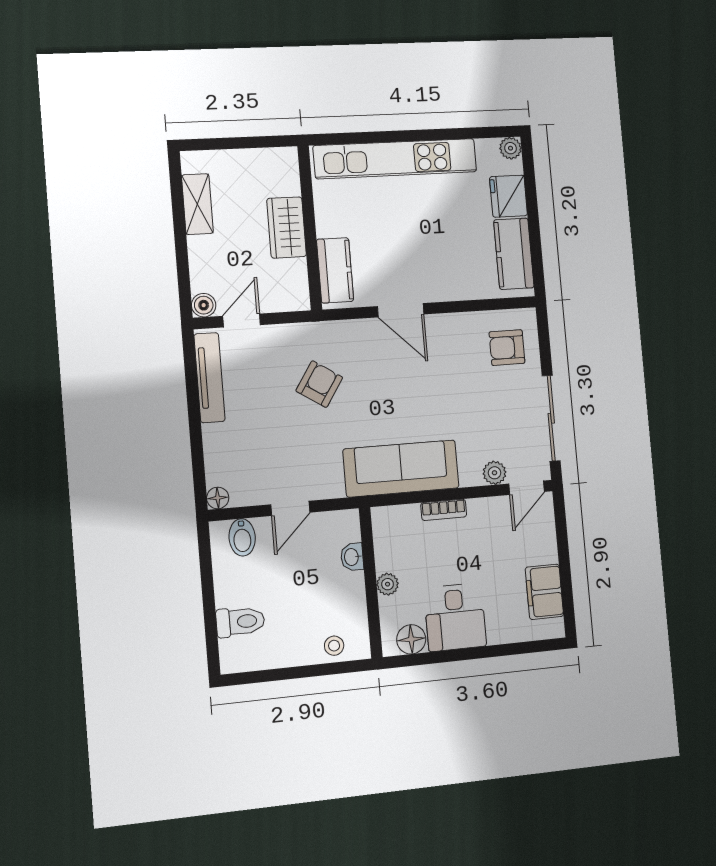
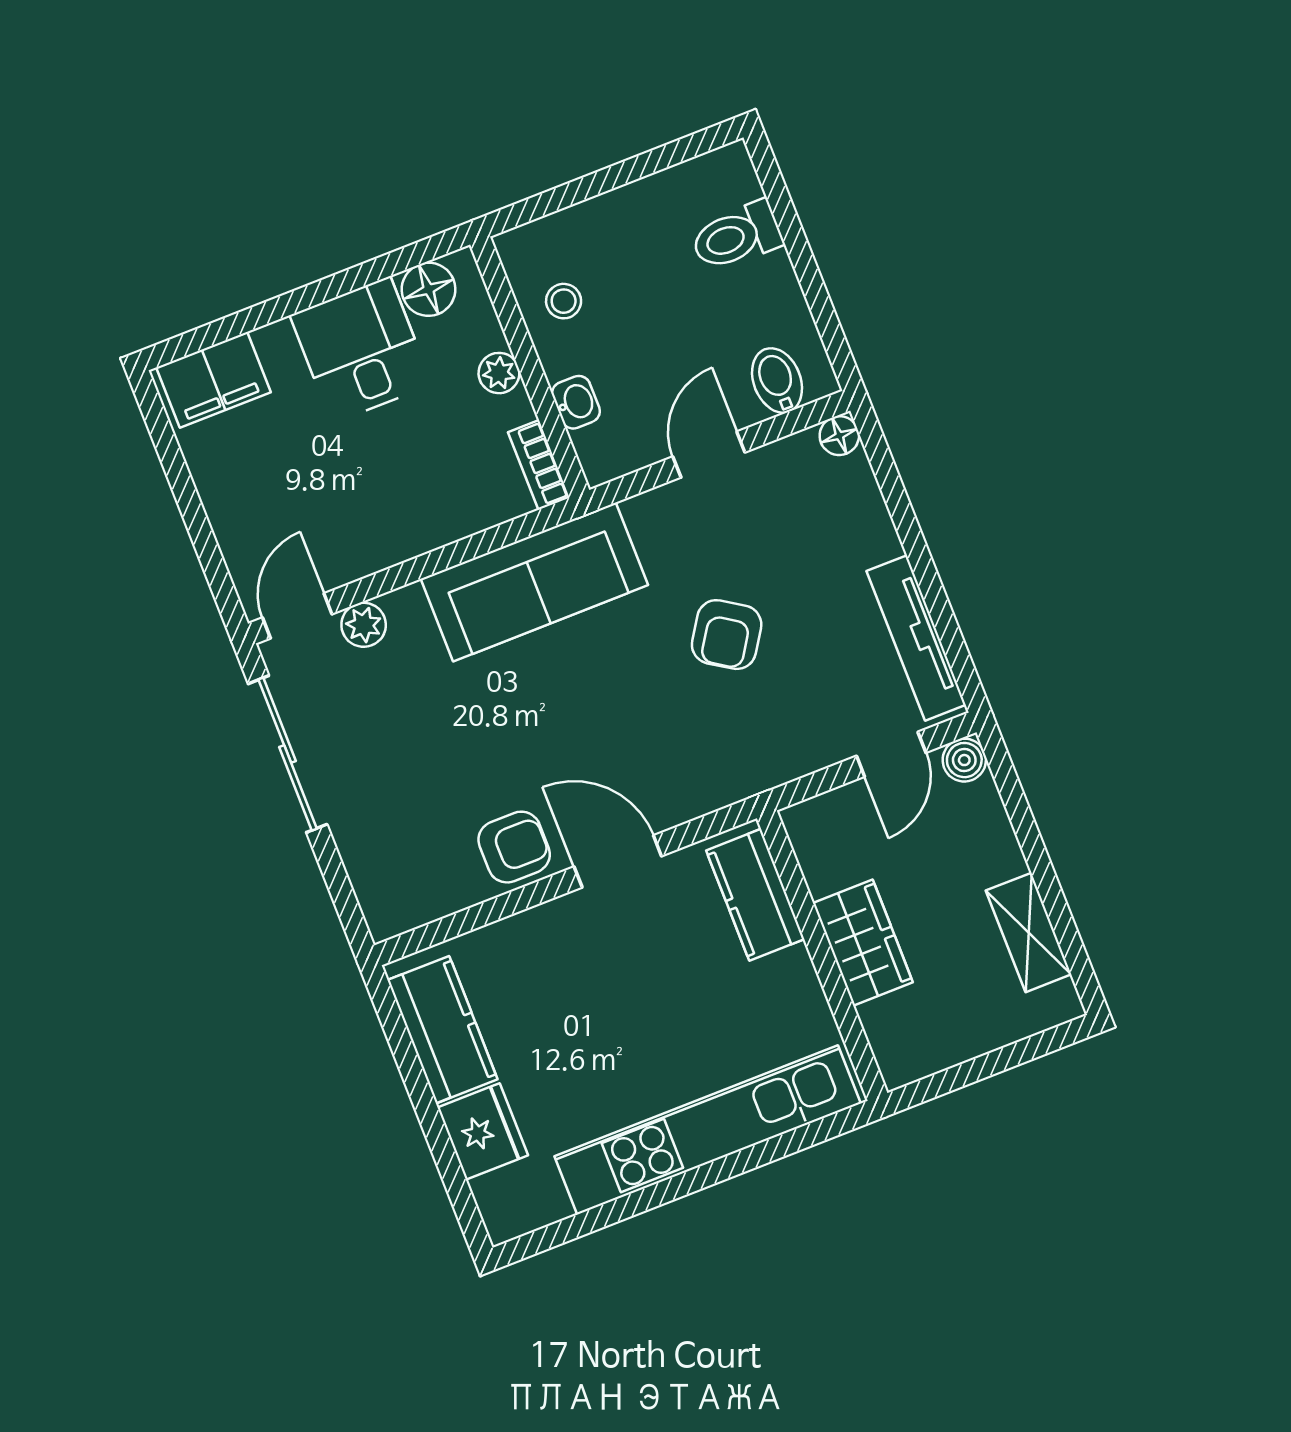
plant: (510, 148) -> (504, 1221), removed
armchair: (507, 348) -> (514, 847), moved
armchair: (319, 384) -> (727, 635), moved
bookcase: (444, 510) -> (539, 465), moved, turned -90
filing cabinet: (544, 592) -> (214, 380), moved, turned 90
stool: (334, 646) -> (564, 301), moved

